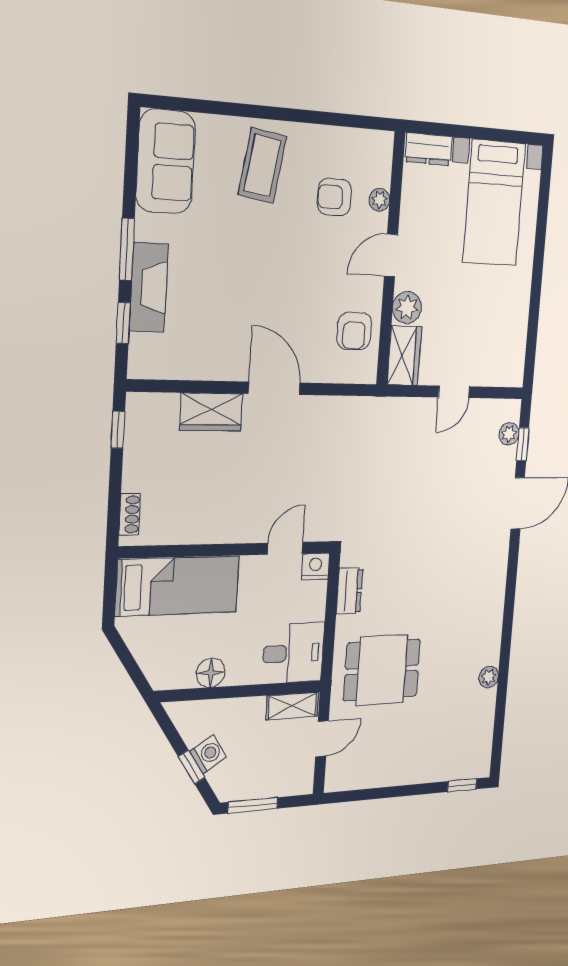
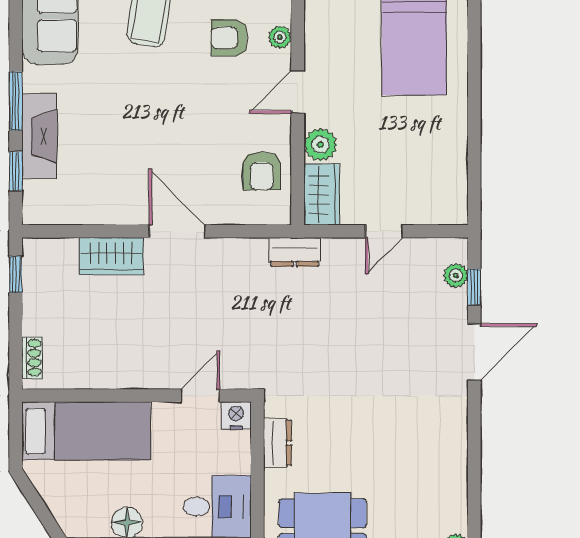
dresser: (377, 410) -> (295, 252), added

